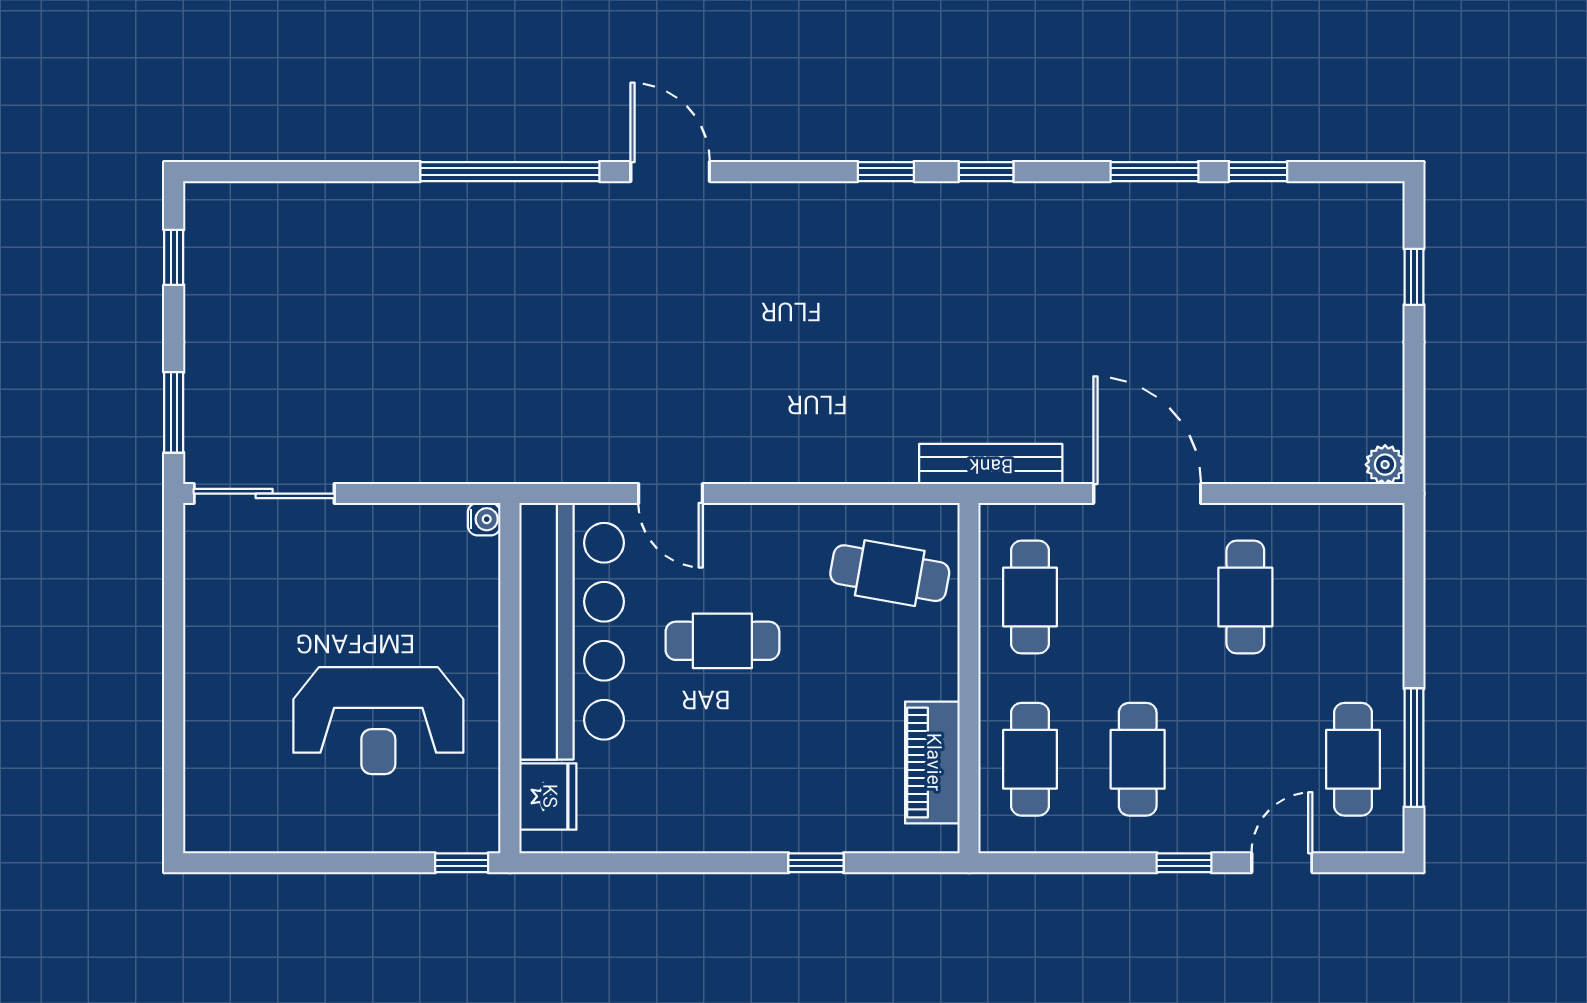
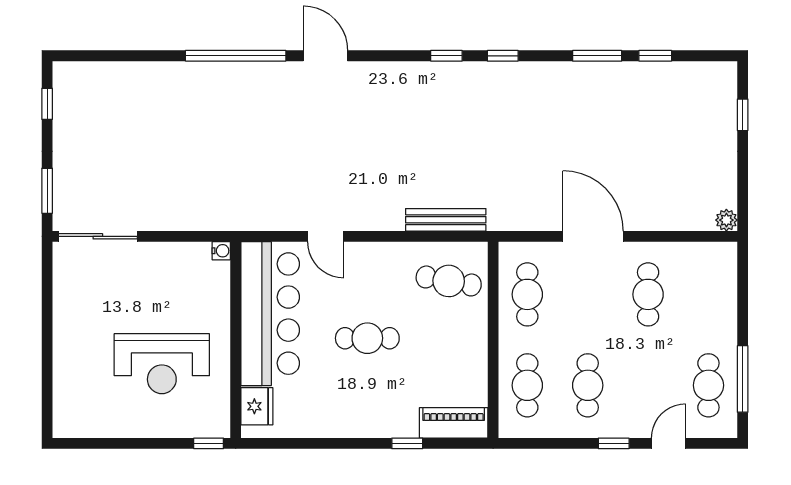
bench: (991, 464) -> (446, 220), moved
cafe table: (722, 641) -> (367, 338), moved
piano: (932, 762) -> (454, 423), moved, turned 90

